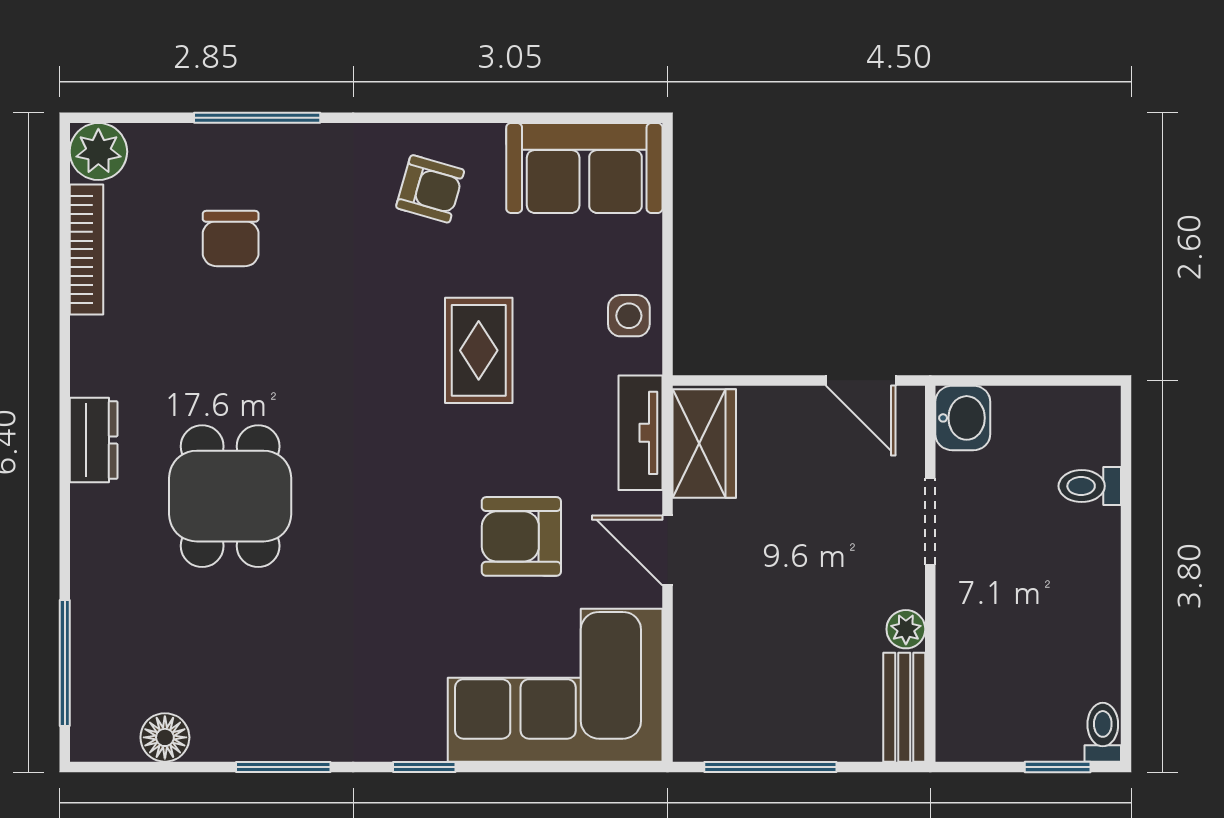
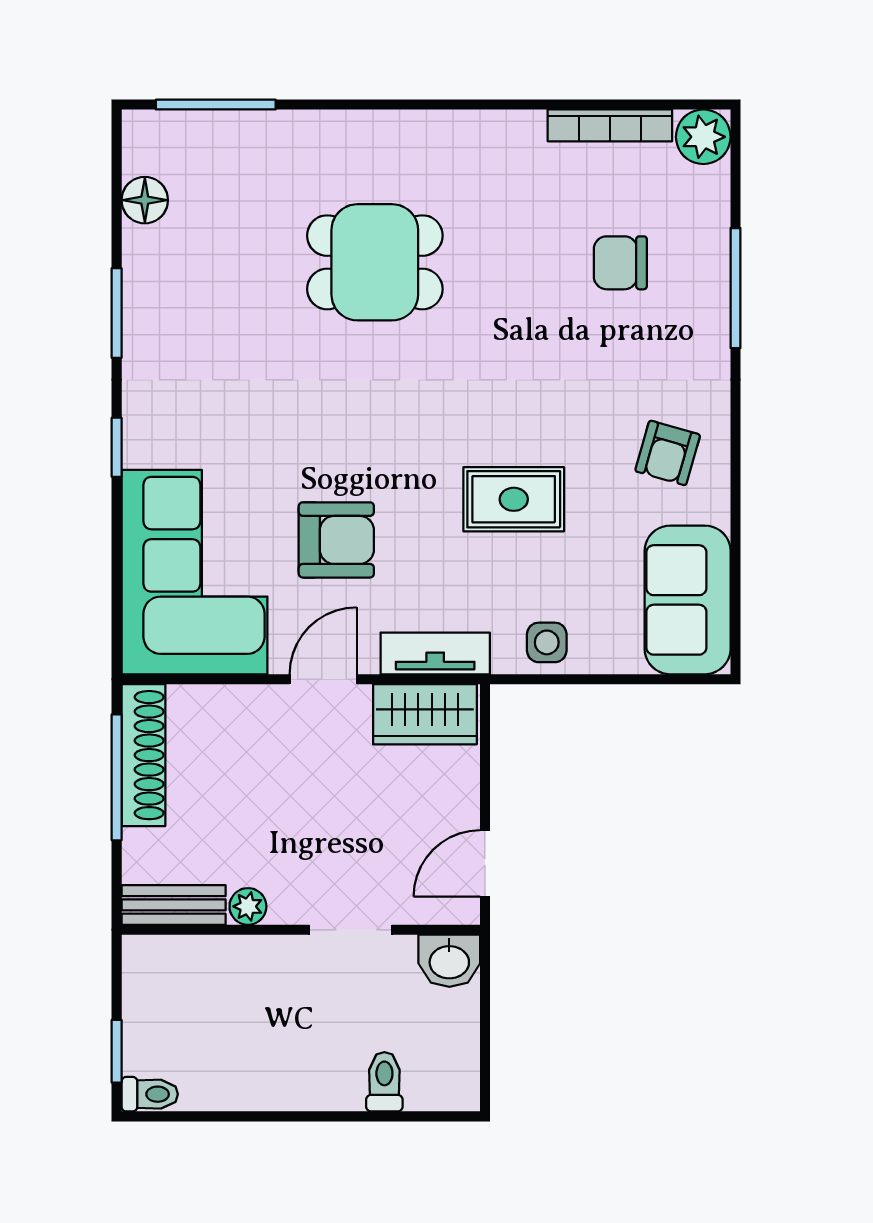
dresser: (94, 440) -> (428, 132), removed
armchair: (521, 536) -> (336, 540), turned 90
shoe rack: (747, 739) -> (143, 755), added

